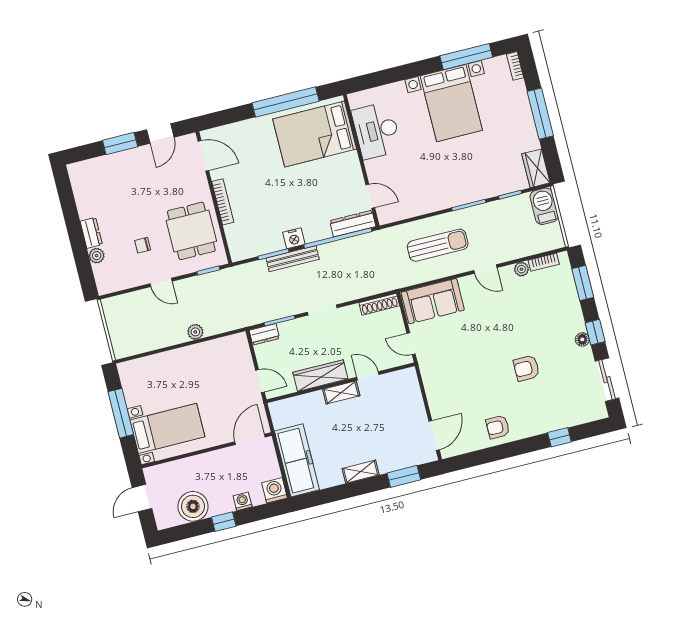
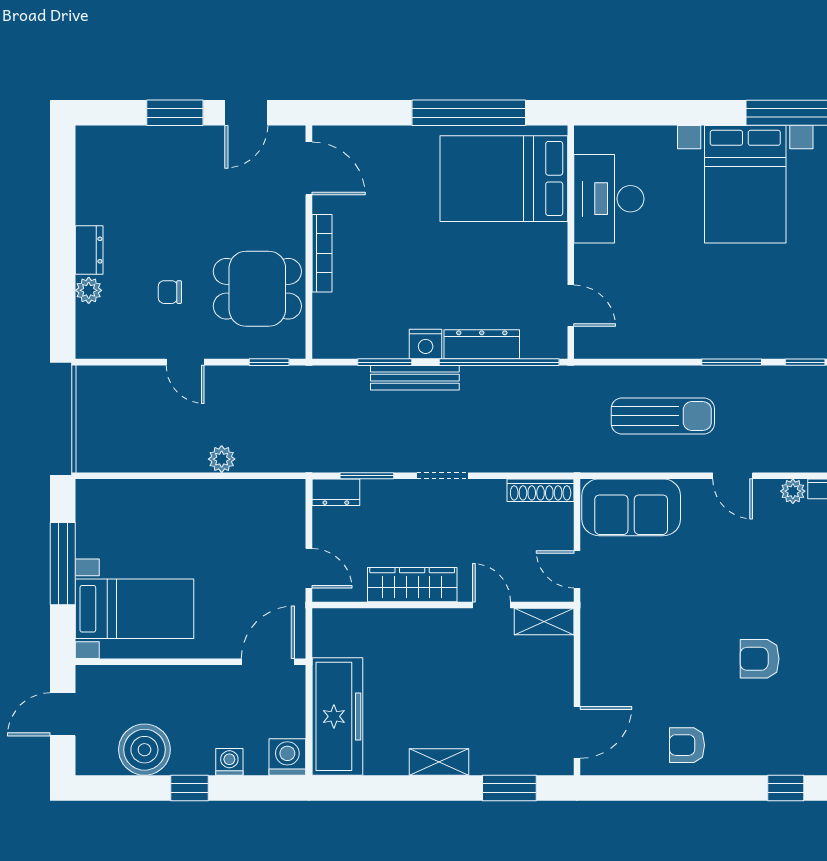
dresser: (353, 224) -> (482, 344), moved
dining table: (191, 231) -> (257, 289), turned 90
shelving: (341, 392) -> (544, 622), moved

